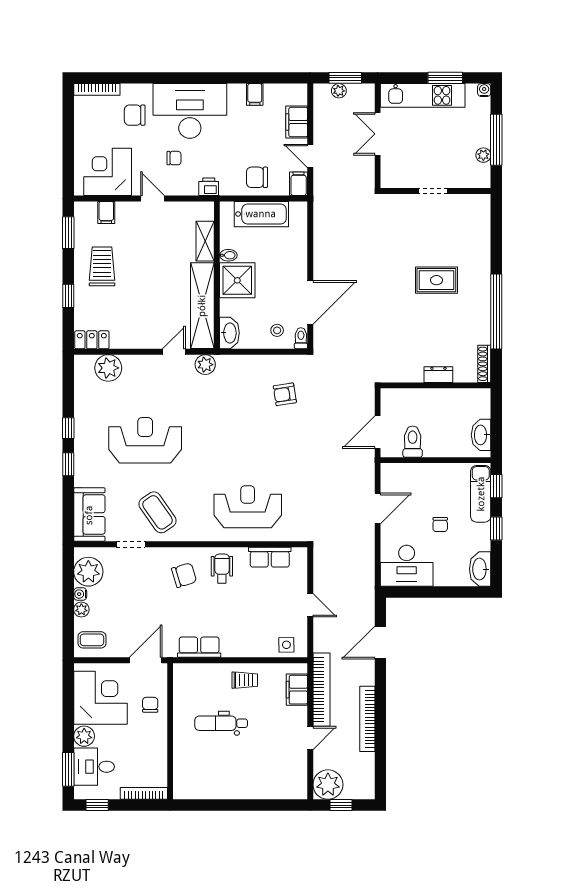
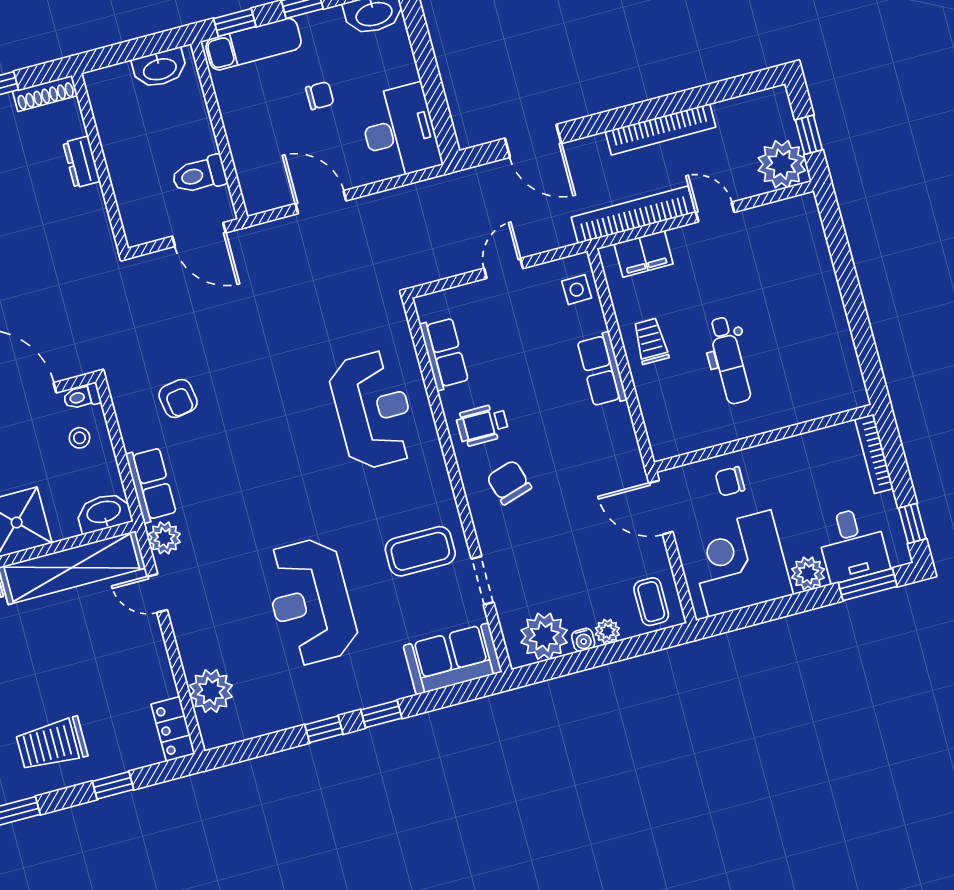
row of seats: (239, 365) -> (151, 485), added
reception desk: (248, 507) -> (373, 410), turned 180
coffee table: (158, 512) -> (420, 551), turned 35
row of seats: (199, 647) -> (602, 370), moved

